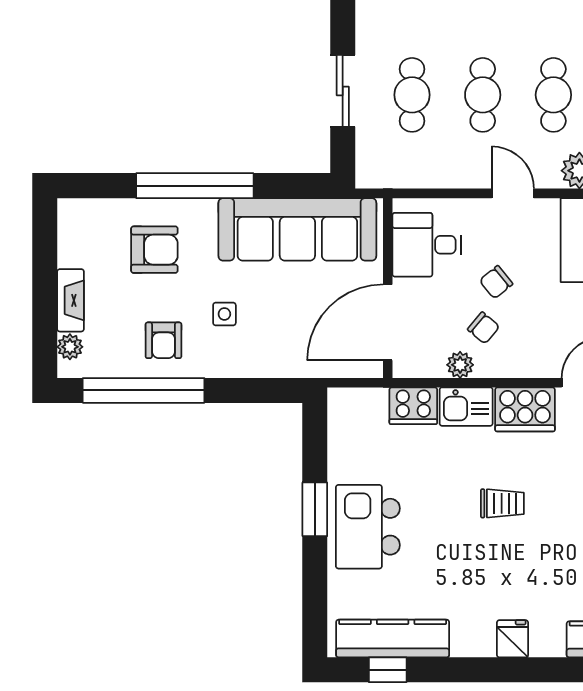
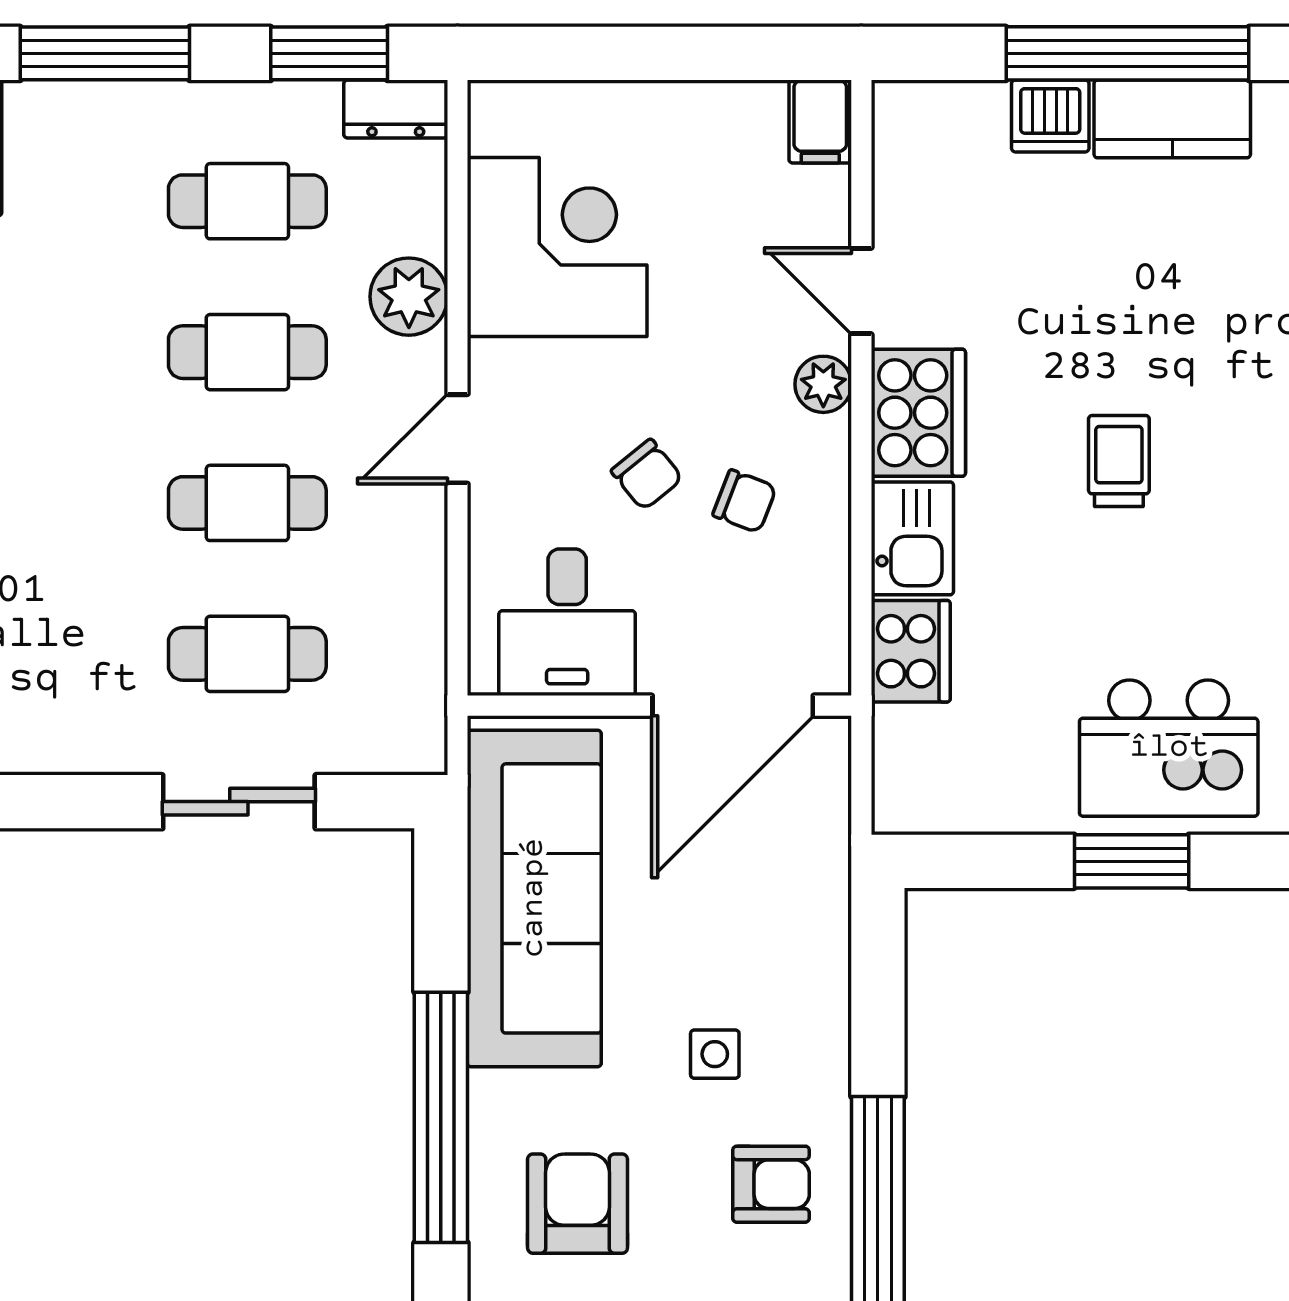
door: (388, 322) -> (733, 706), hinge flipped
chair: (484, 328) -> (745, 501), turned 71
plant: (460, 365) -> (823, 384), moved

